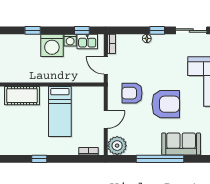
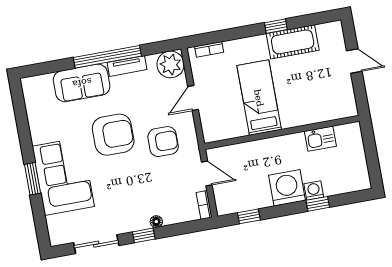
washing machine: (70, 40) -> (314, 190), moved
kitchen sink: (87, 42) -> (320, 139), moved, turned 180
cot: (22, 96) -> (293, 42), moved
armchair: (166, 104) -> (113, 135), turned 180
tv unit: (148, 150) -> (127, 66), added

